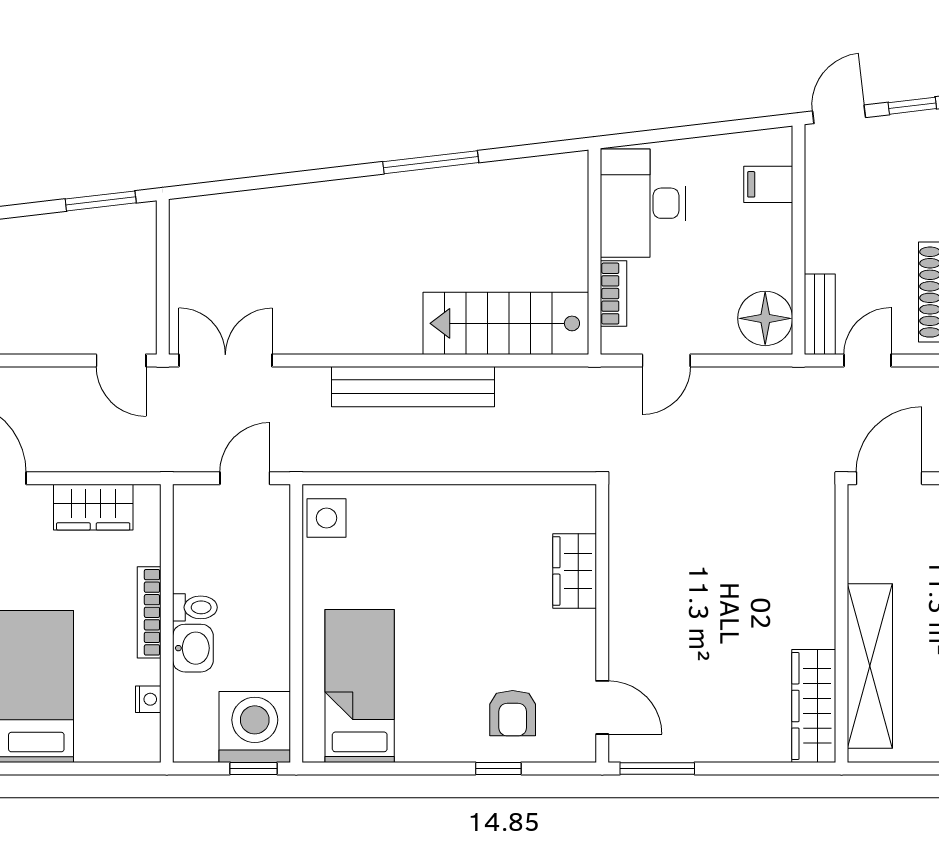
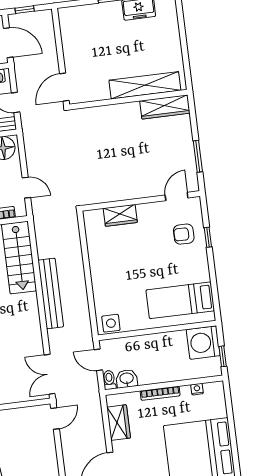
door: (889, 478) -> (64, 87), hinge flipped
toilet: (195, 607) -> (109, 380), moved
washbasin: (193, 648) -> (127, 379), moved
armchair: (513, 713) -> (184, 234), turned 180
window: (254, 768) -> (223, 356), moved
window: (657, 768) -> (198, 156), moved

